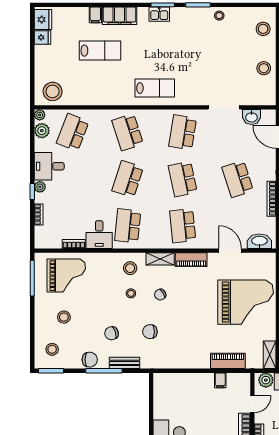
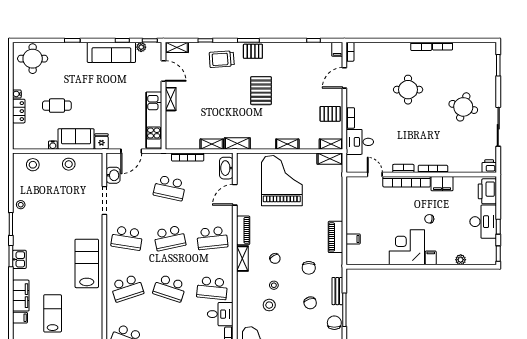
lab bench: (155, 88) -> (87, 263), width x1.36, depth x1.39
school desk: (238, 179) -> (170, 188), turned 30
stool: (130, 268) -> (269, 305), moved
piano: (228, 361) -> (335, 237), moved
filing cabinet: (220, 380) -> (353, 239), moved
plant: (266, 380) -> (353, 162), removed

